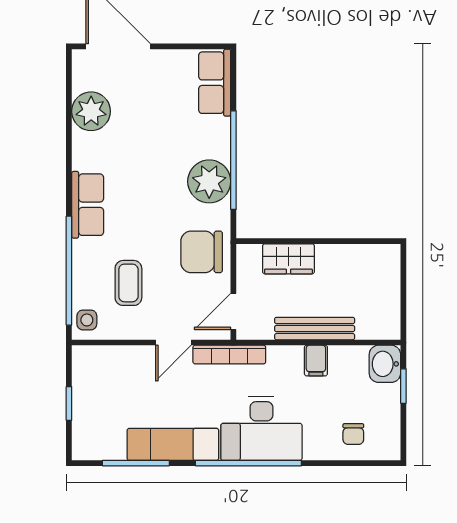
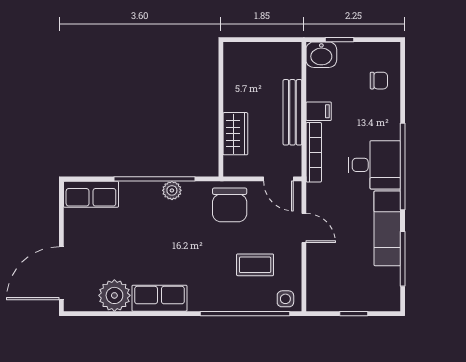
plant: (209, 181) -> (172, 190), width x0.53, depth x0.53
row of seats: (88, 205) -> (159, 298), moved
bookcase: (229, 355) -> (314, 152), moved
desk: (261, 428) -> (374, 165), width x0.73

